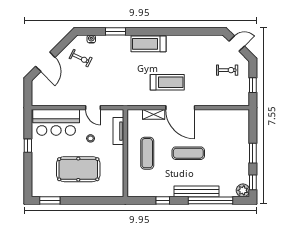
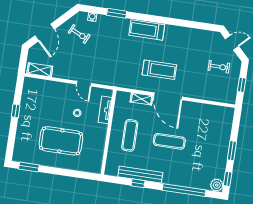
shelving: (46, 100) -> (40, 70), added
bar counter: (56, 122) -> (46, 93), removed
bench: (196, 191) -> (140, 175), moved

